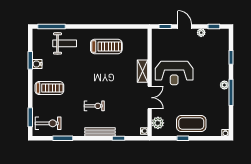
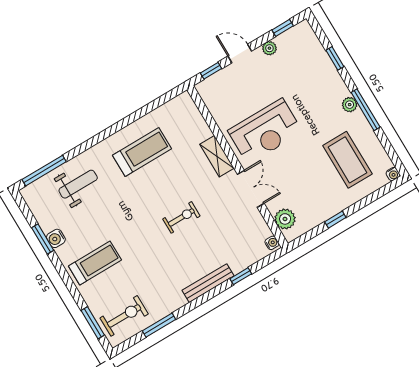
exercise bike: (94, 106) -> (181, 217), moved
coffee table: (191, 123) -> (347, 160), moved, turned 90

